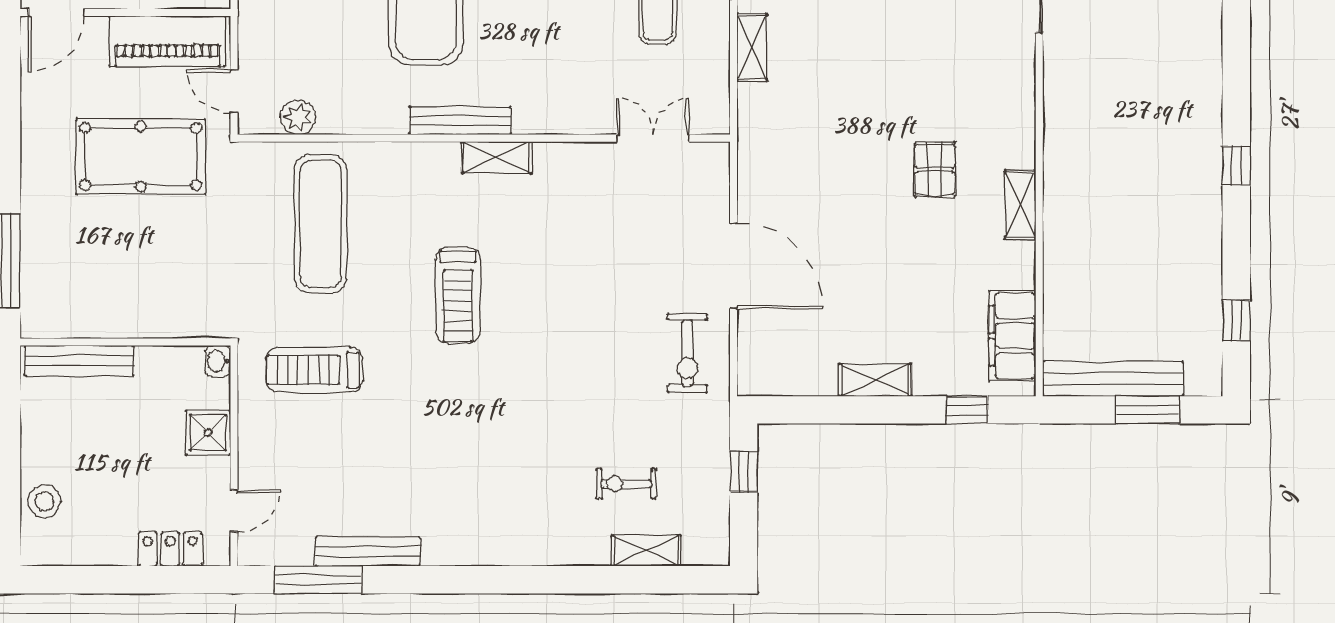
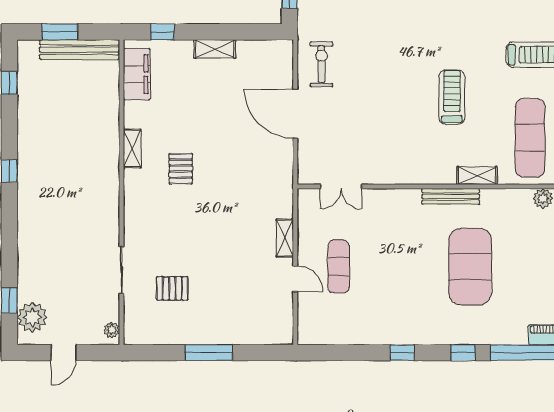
shelving: (497, 157) -> (477, 176), moved

